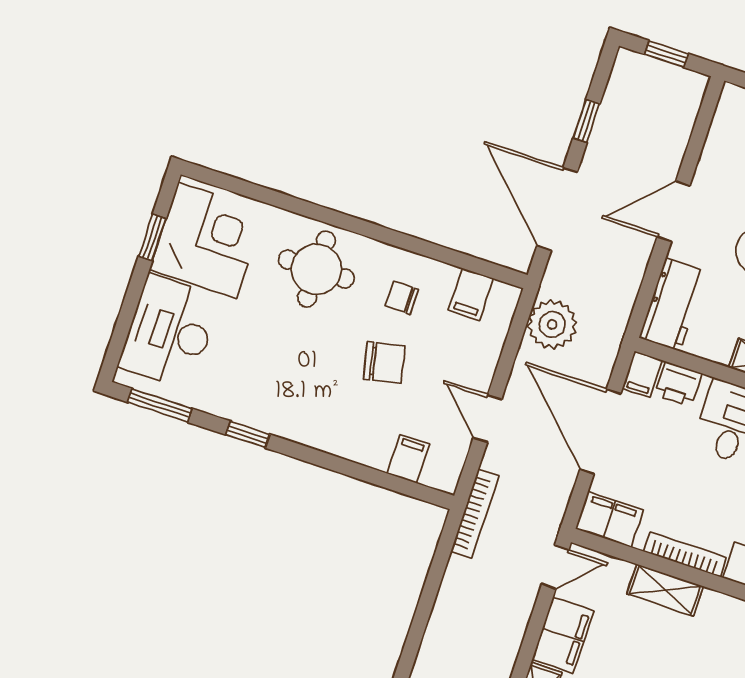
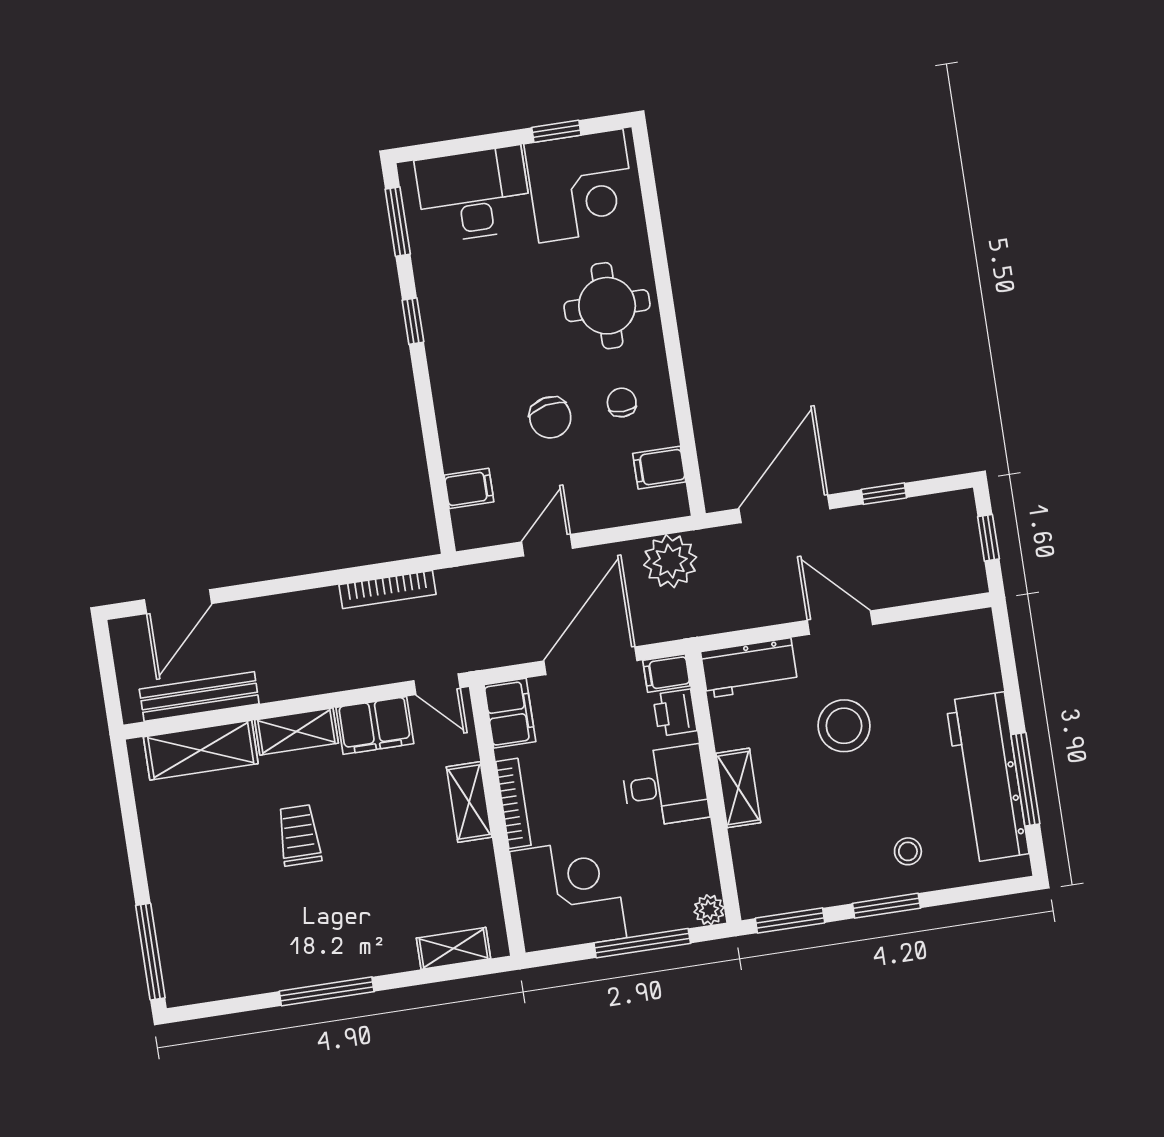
bookcase: (475, 514) -> (388, 589), moved

